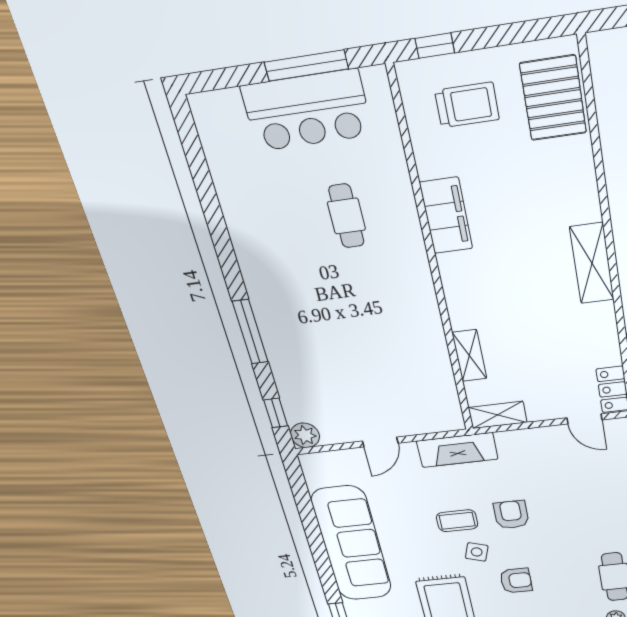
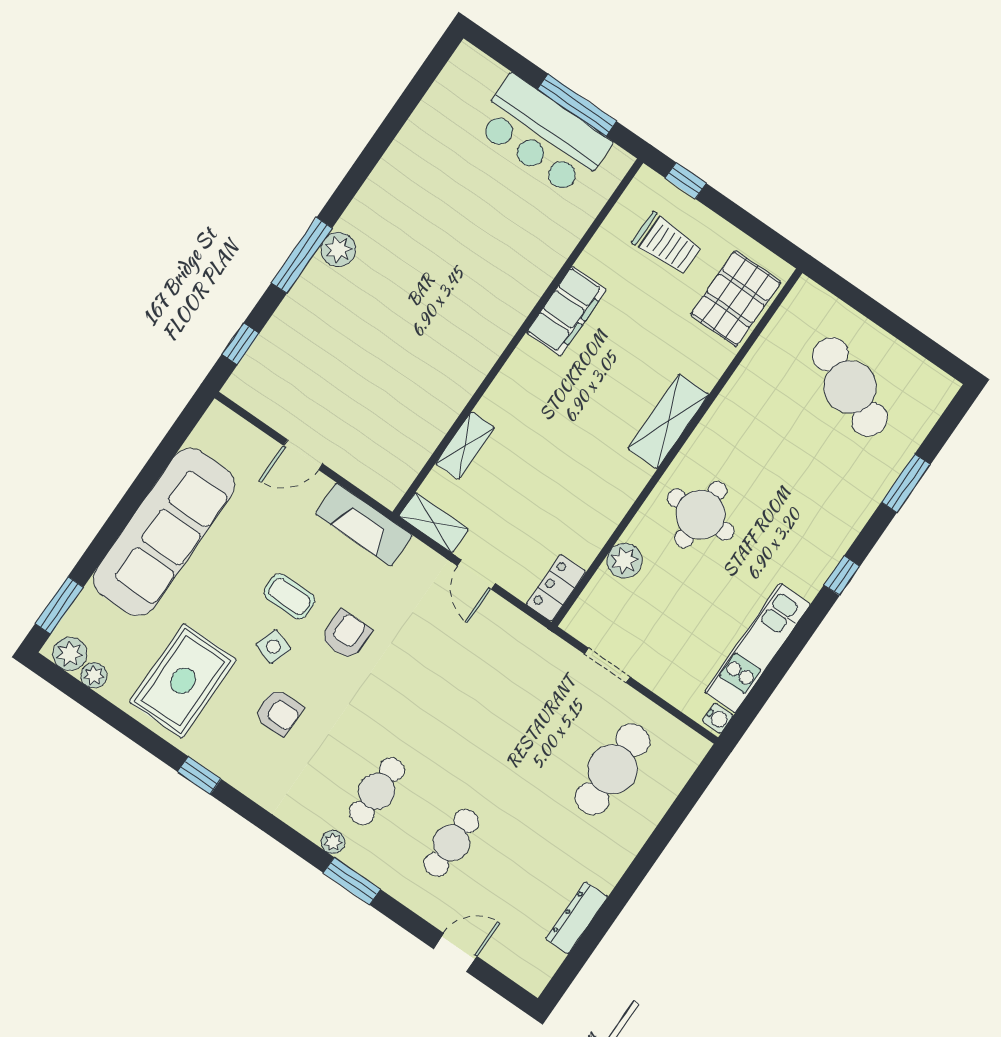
cafe table: (346, 216) -> (487, 238), removed
shelving: (592, 263) -> (668, 421), moved
door: (584, 419) -> (476, 575), moved
plant: (305, 435) -> (338, 249), moved

